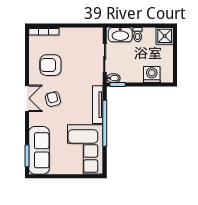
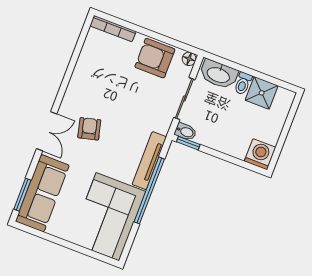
floor lamp: (98, 32) -> (189, 59), added
shower: (165, 36) -> (262, 93), moved
armchair: (50, 65) -> (155, 58), moved
washing machine: (152, 74) -> (260, 154), moved
double door: (27, 98) -> (47, 131), moved

